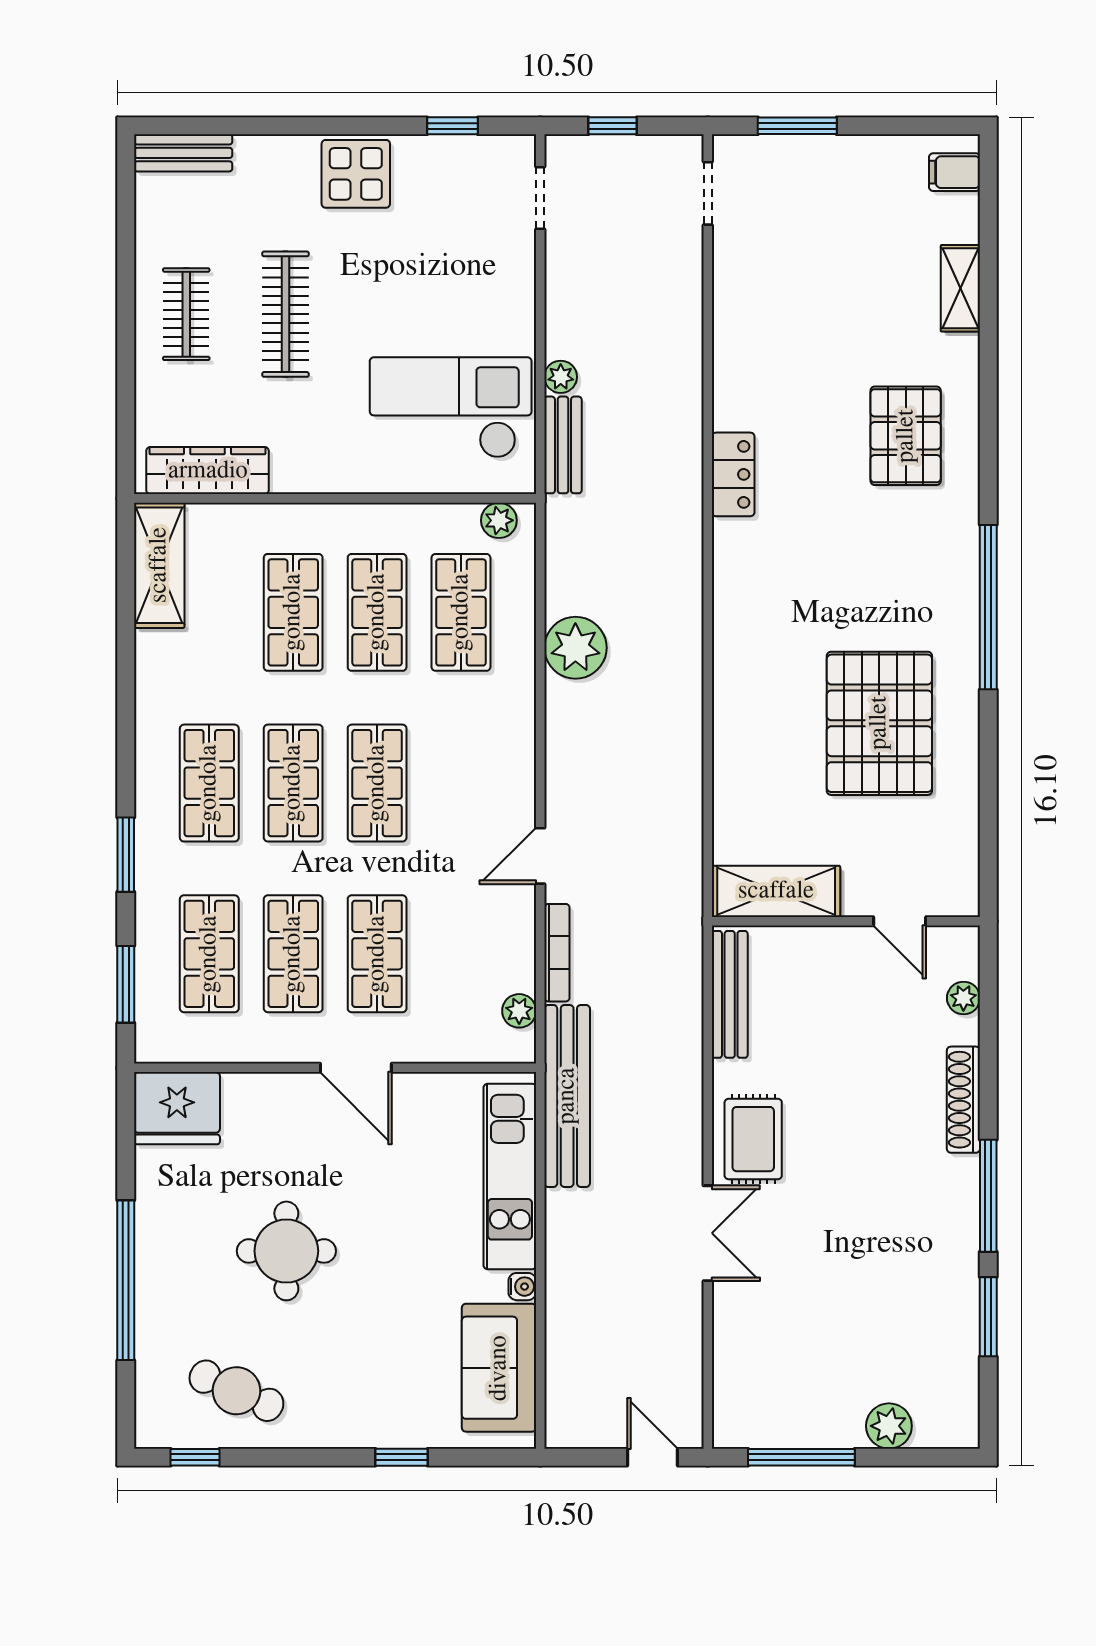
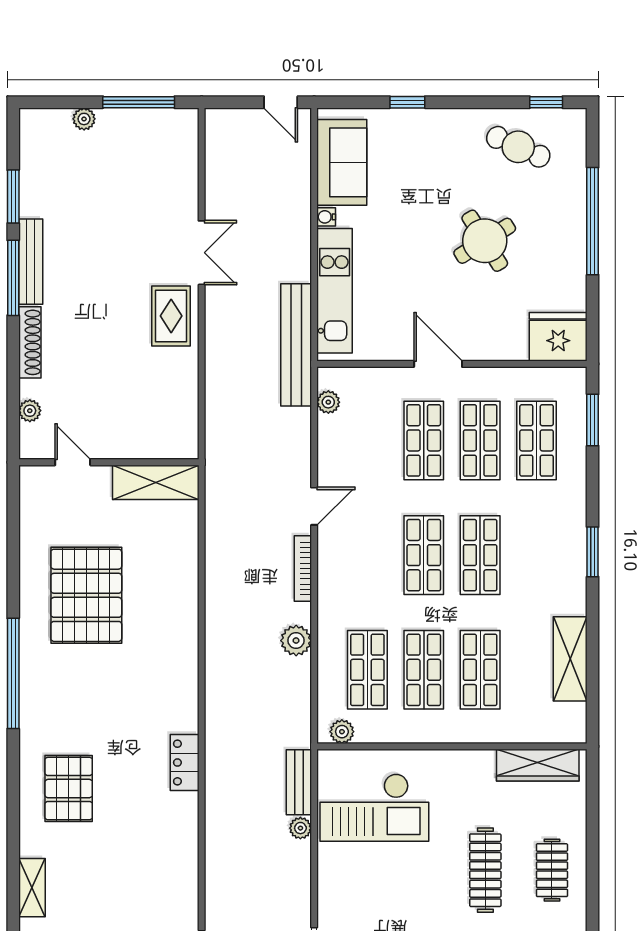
shelving: (159, 565) -> (570, 659), moved
plant: (575, 648) -> (296, 641), width x0.73, depth x0.73
shop shelf: (209, 783) -> (537, 555), removed
window: (126, 855) -> (593, 552), moved
bookcase: (557, 953) -> (303, 568), moved
bench: (730, 994) -> (31, 262), moved
double door: (708, 1233) -> (202, 253), swing flipped
round table: (286, 1251) -> (485, 241), turned -32
plant: (889, 1426) -> (84, 119), width x0.73, depth x0.73
door: (652, 1457) -> (281, 102), moved

